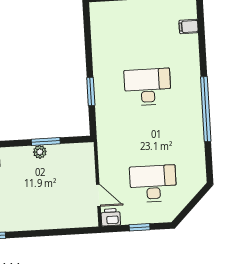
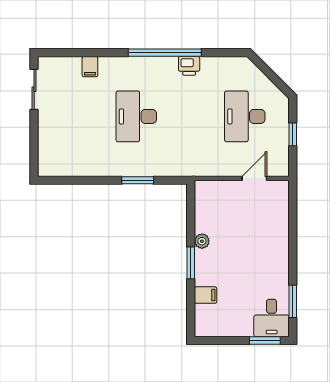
filing cabinet: (189, 27) -> (90, 67), moved
window: (46, 142) -> (191, 263), moved
printer: (111, 217) -> (189, 66), moved, turned -90

